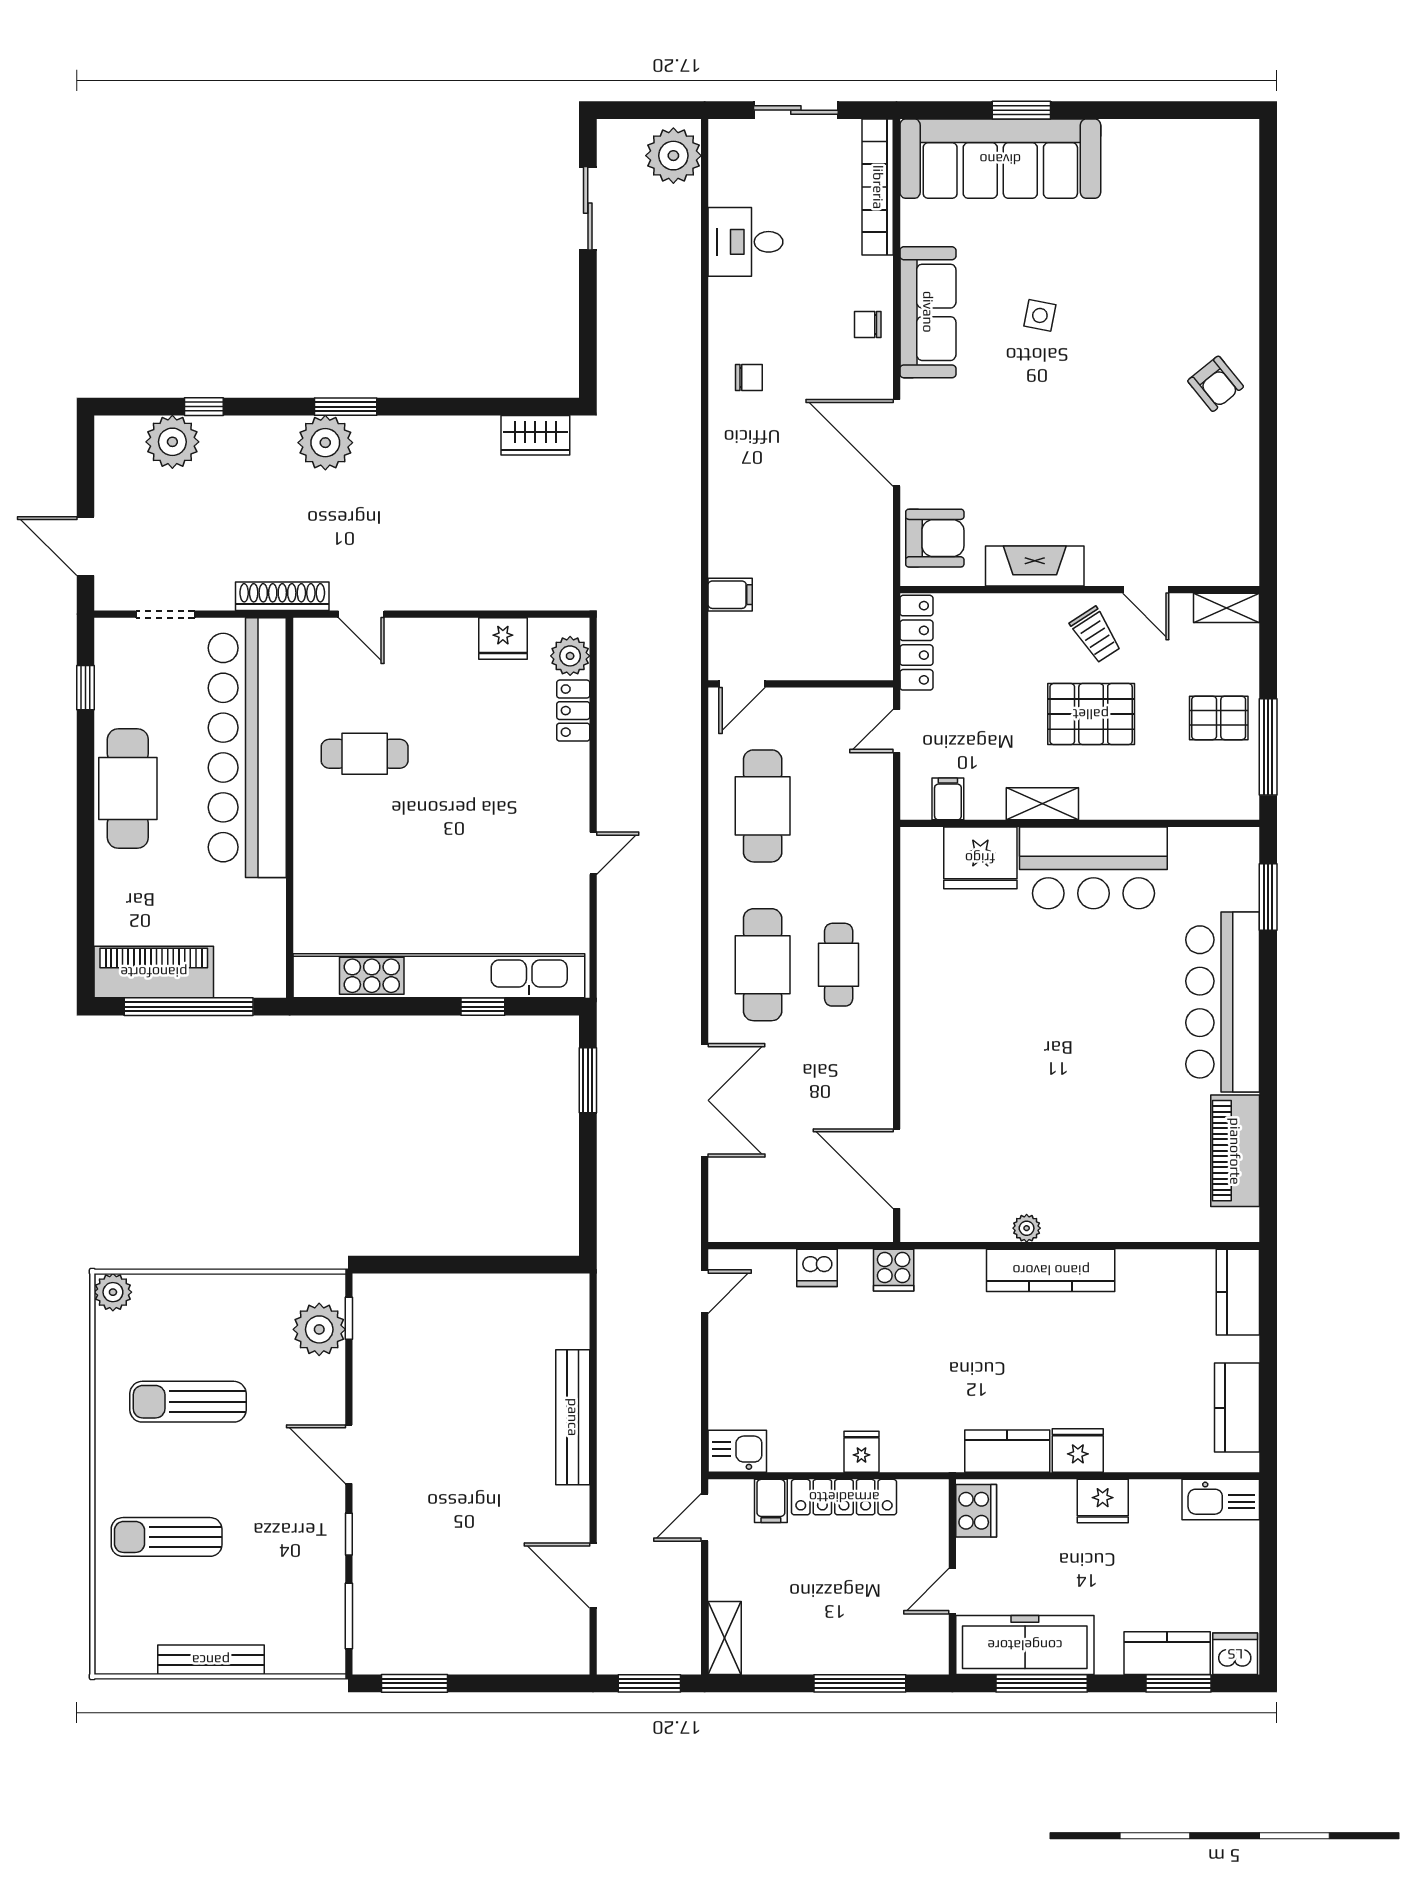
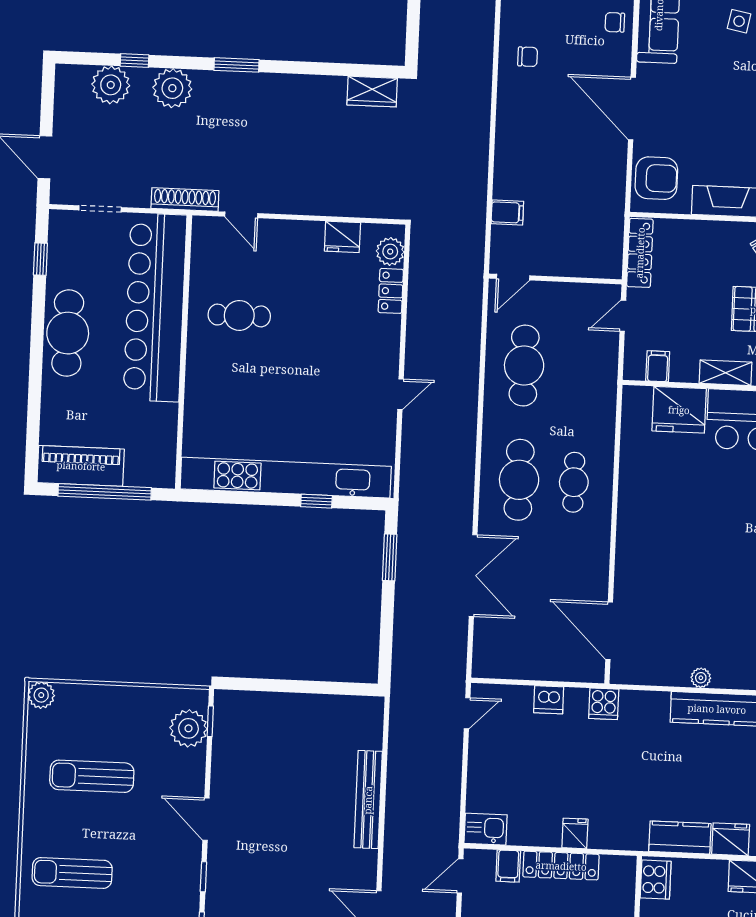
plant: (325, 443) -> (172, 88), moved

